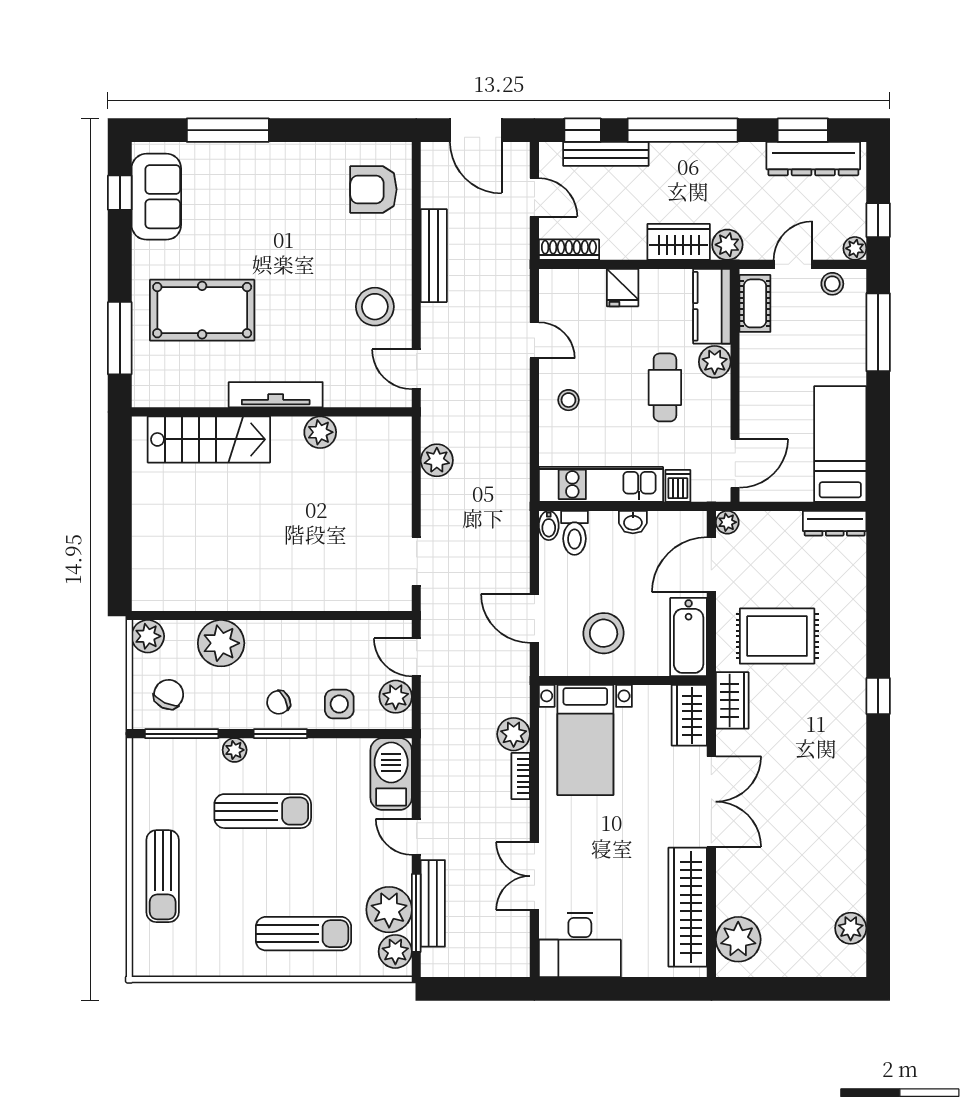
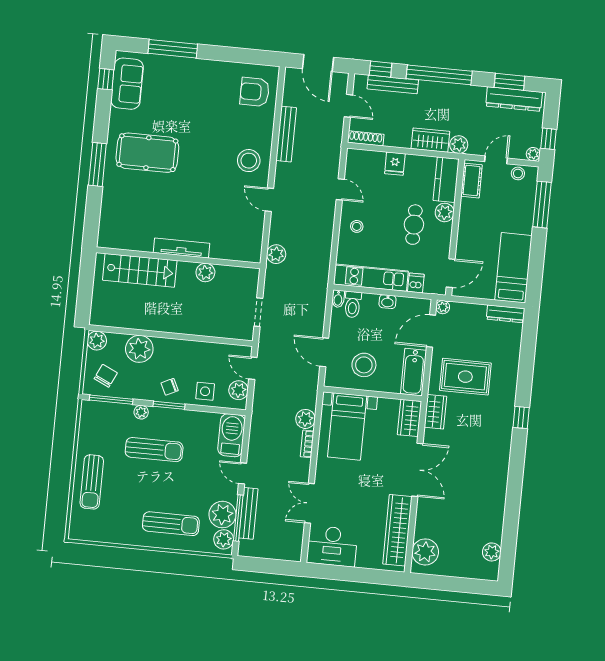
tv unit: (276, 395) -> (182, 248), moved
wall: (272, 412) -> (178, 258), moved
plant: (320, 432) -> (205, 272), moved
stairs: (209, 439) -> (140, 270), moved

